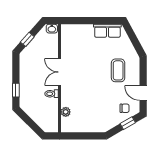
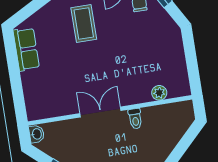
coffee table: (118, 70) -> (84, 23), turned 90
double door: (59, 72) -> (100, 112), swing flipped

